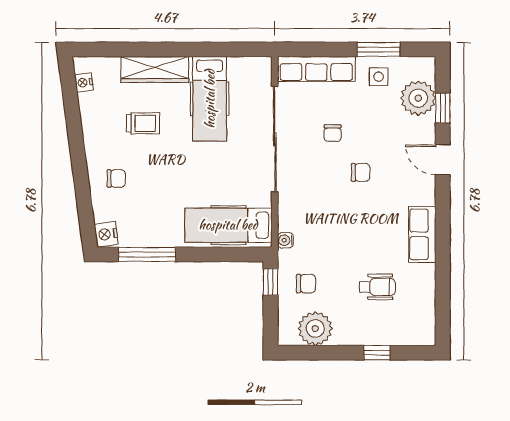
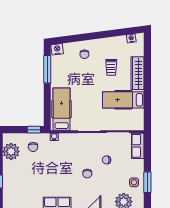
row of seats: (316, 69) -> (138, 146), width x0.68
wheelchair: (377, 287) -> (31, 182), removed

